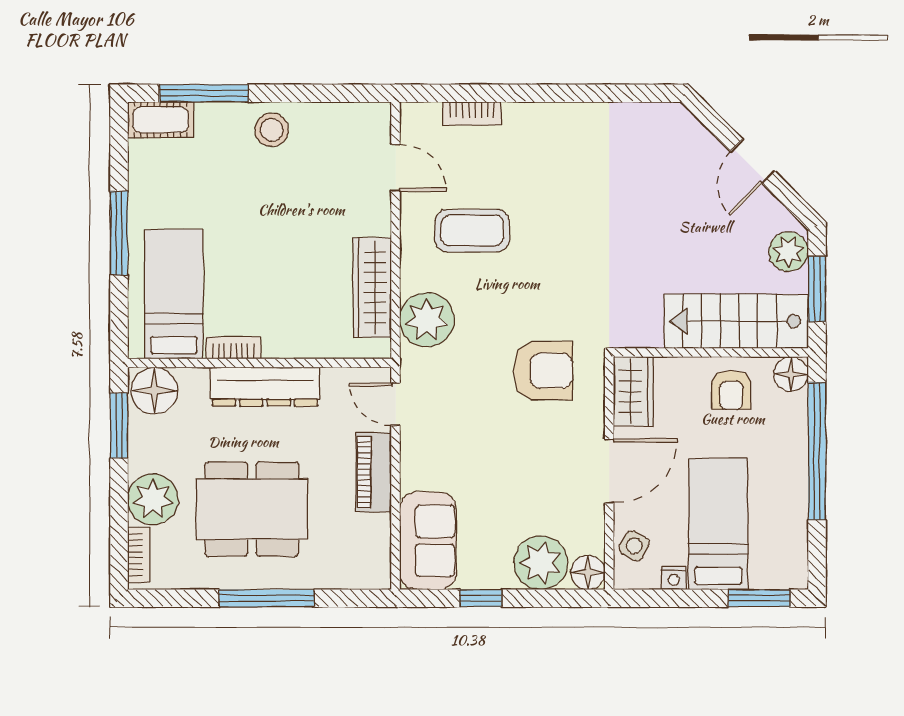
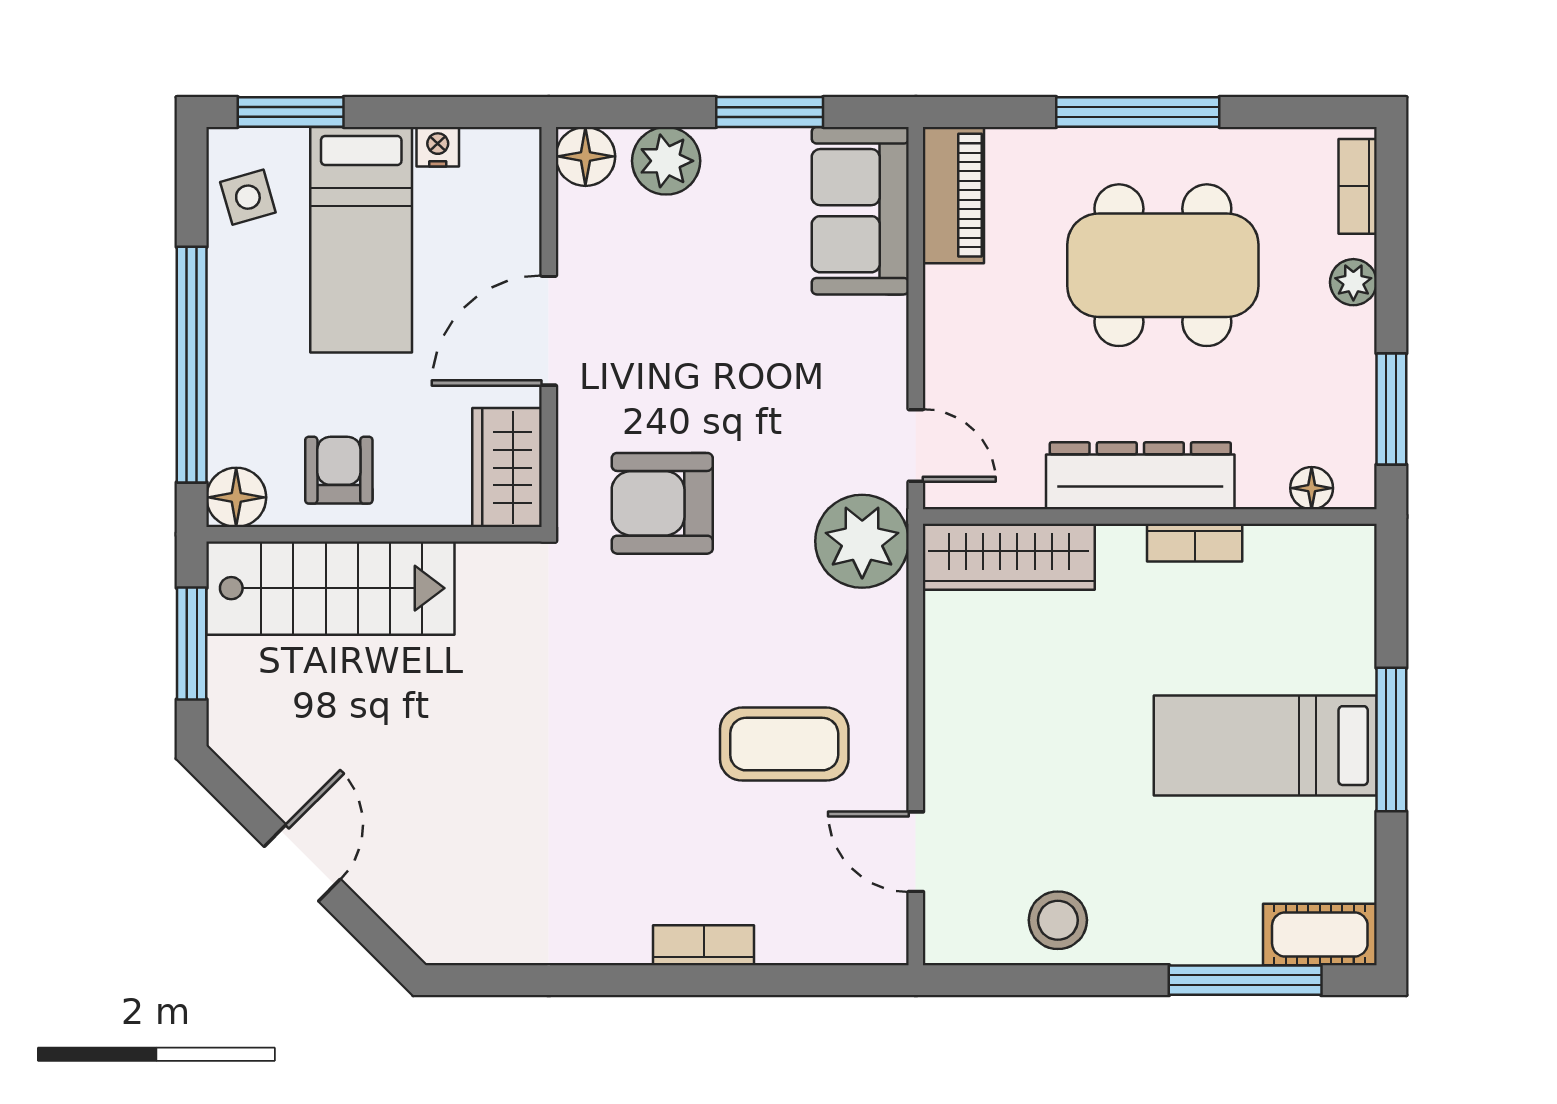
bookcase: (472, 114) -> (704, 945), moved
stool: (272, 130) -> (1058, 920), moved
plant: (788, 252) -> (241, 708), removed
wardrobe: (372, 288) -> (1009, 557), moved, turned 90
bed: (174, 294) -> (1265, 746), moved, turned 90
plant: (427, 320) -> (862, 541), moved
floor lamp: (154, 390) -> (1312, 488), width x0.53, depth x0.53
piano: (374, 472) -> (953, 195), moved
plant: (153, 499) -> (1353, 282), width x0.53, depth x0.53
side table: (634, 546) -> (248, 197), moved, turned 45
plant: (541, 563) -> (666, 161), width x0.73, depth x0.73
window: (481, 598) -> (770, 112), width x1.50

